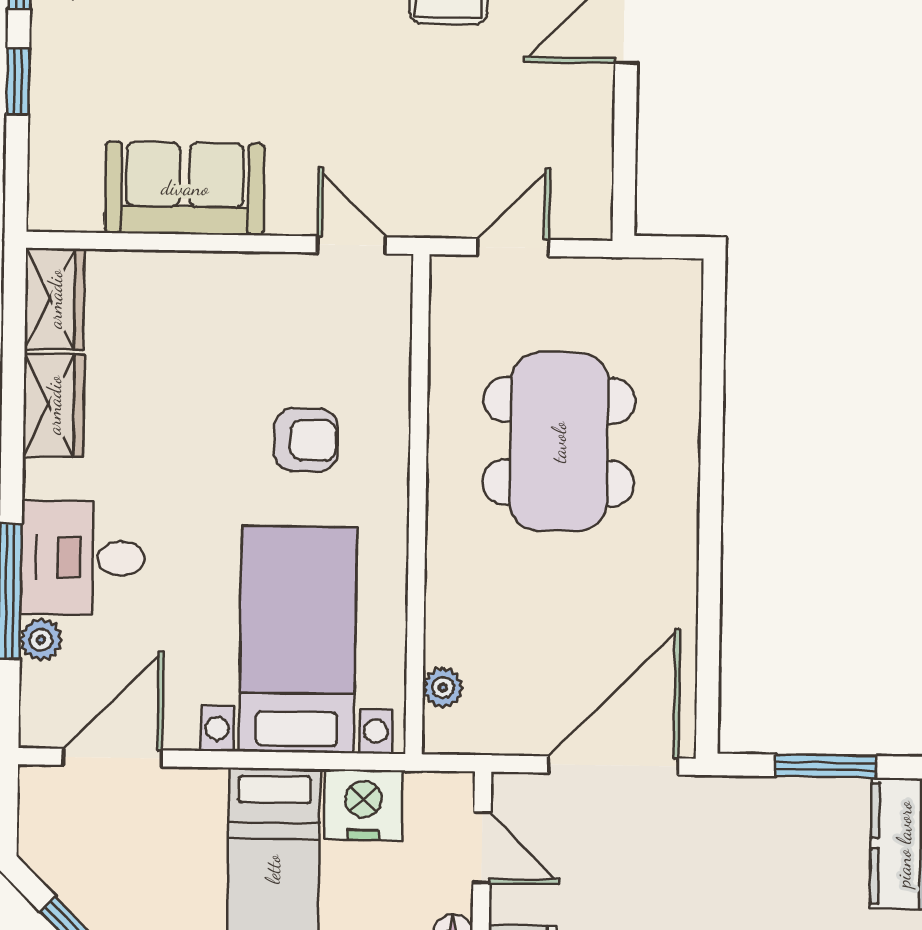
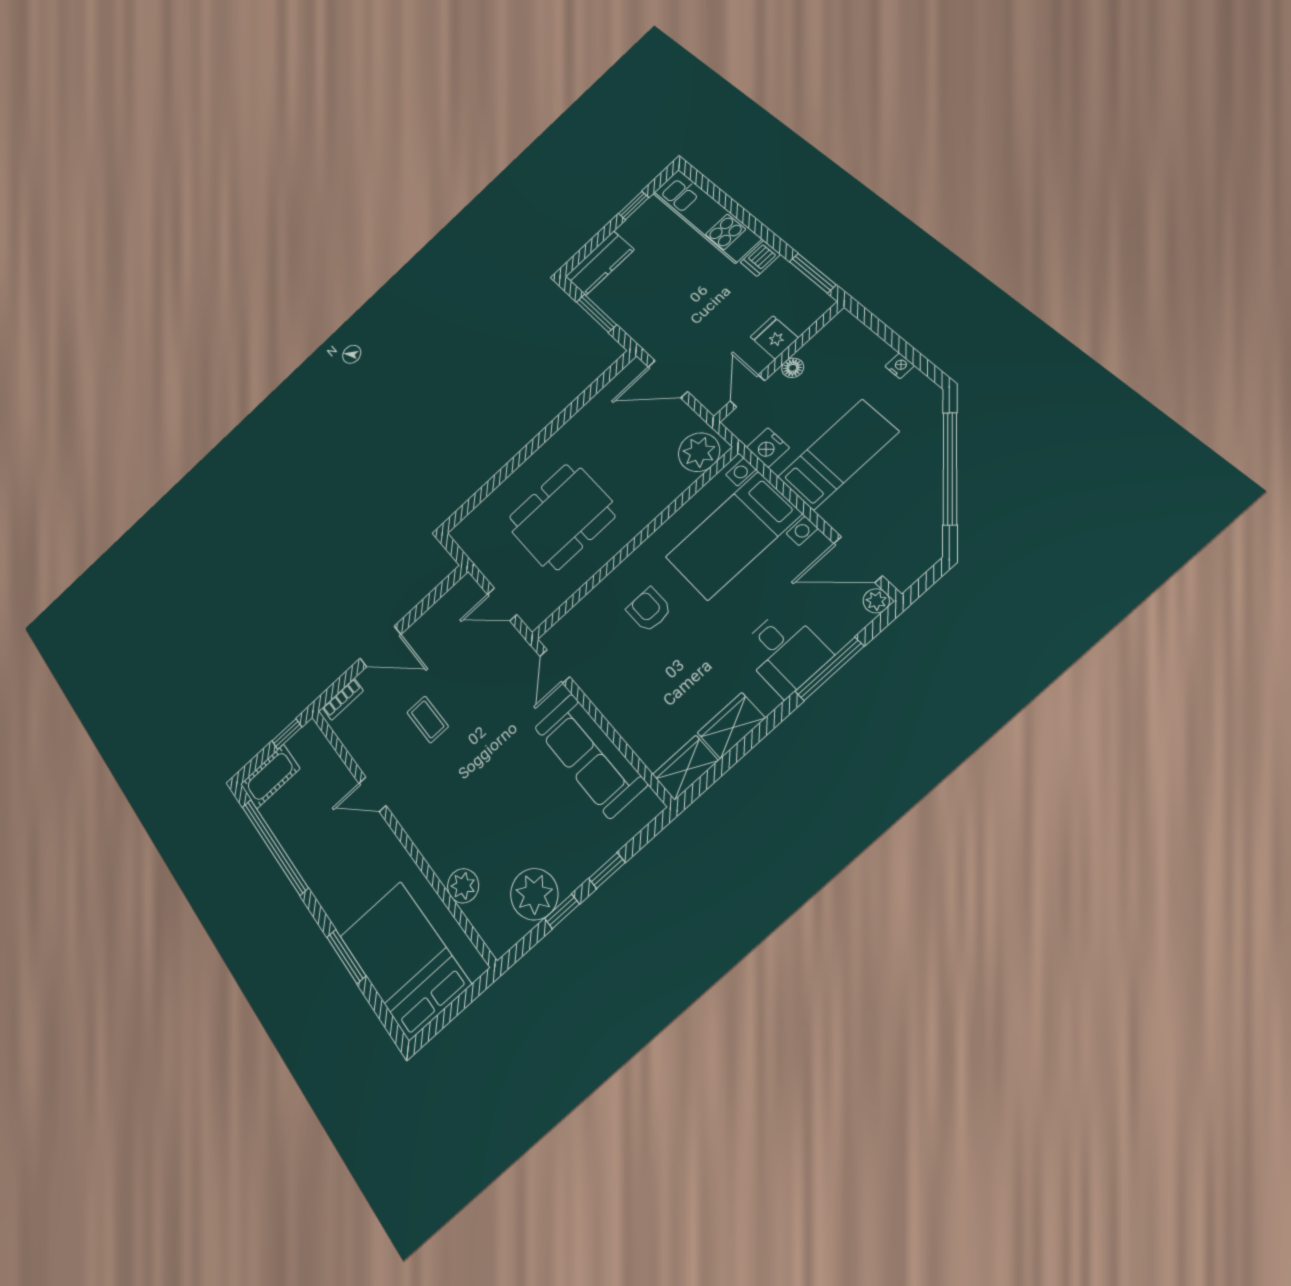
sofa: (185, 188) -> (590, 756), width x1.36
plant: (41, 640) -> (876, 601), moved
plant: (443, 688) -> (699, 452), width x1.88, depth x1.88
door: (613, 765) -> (668, 379), width x0.73
nightstand: (363, 805) -> (768, 448), width x0.74, depth x0.75

